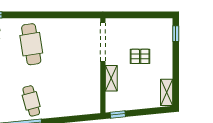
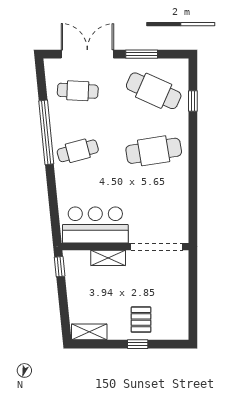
window: (176, 34) -> (138, 344), moved
pallet: (140, 56) -> (141, 320), moved
bar counter: (87, 88) -> (95, 225), added

